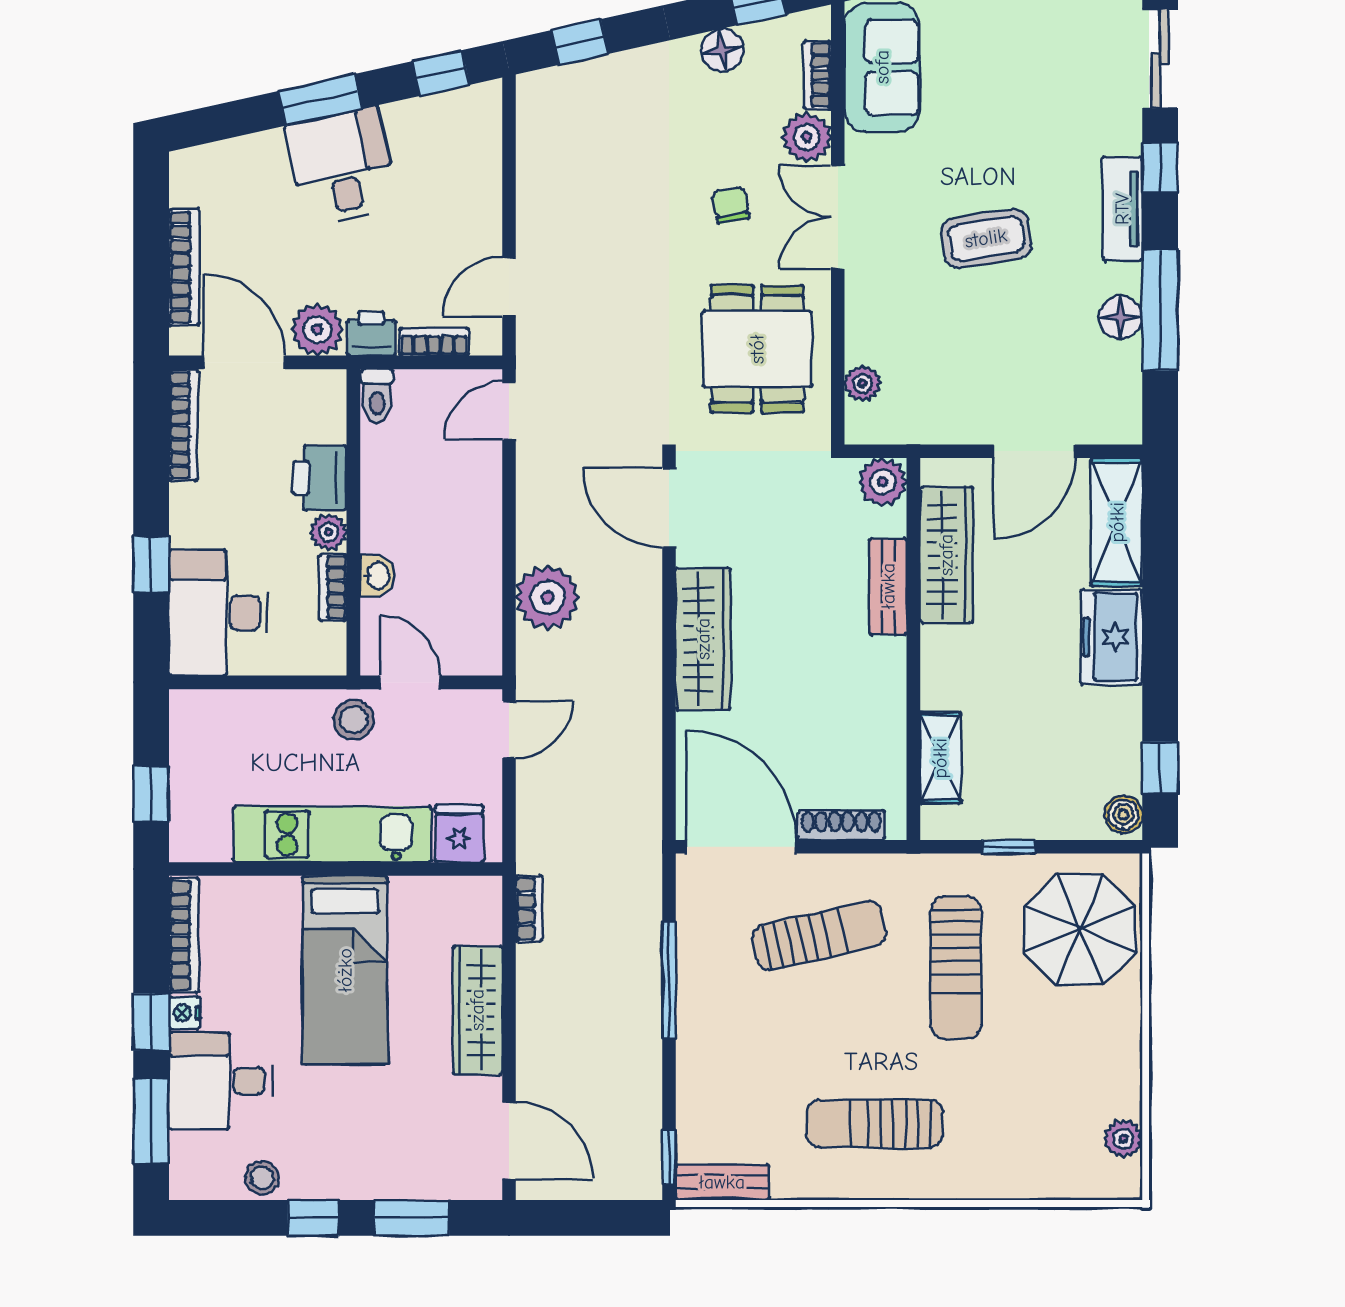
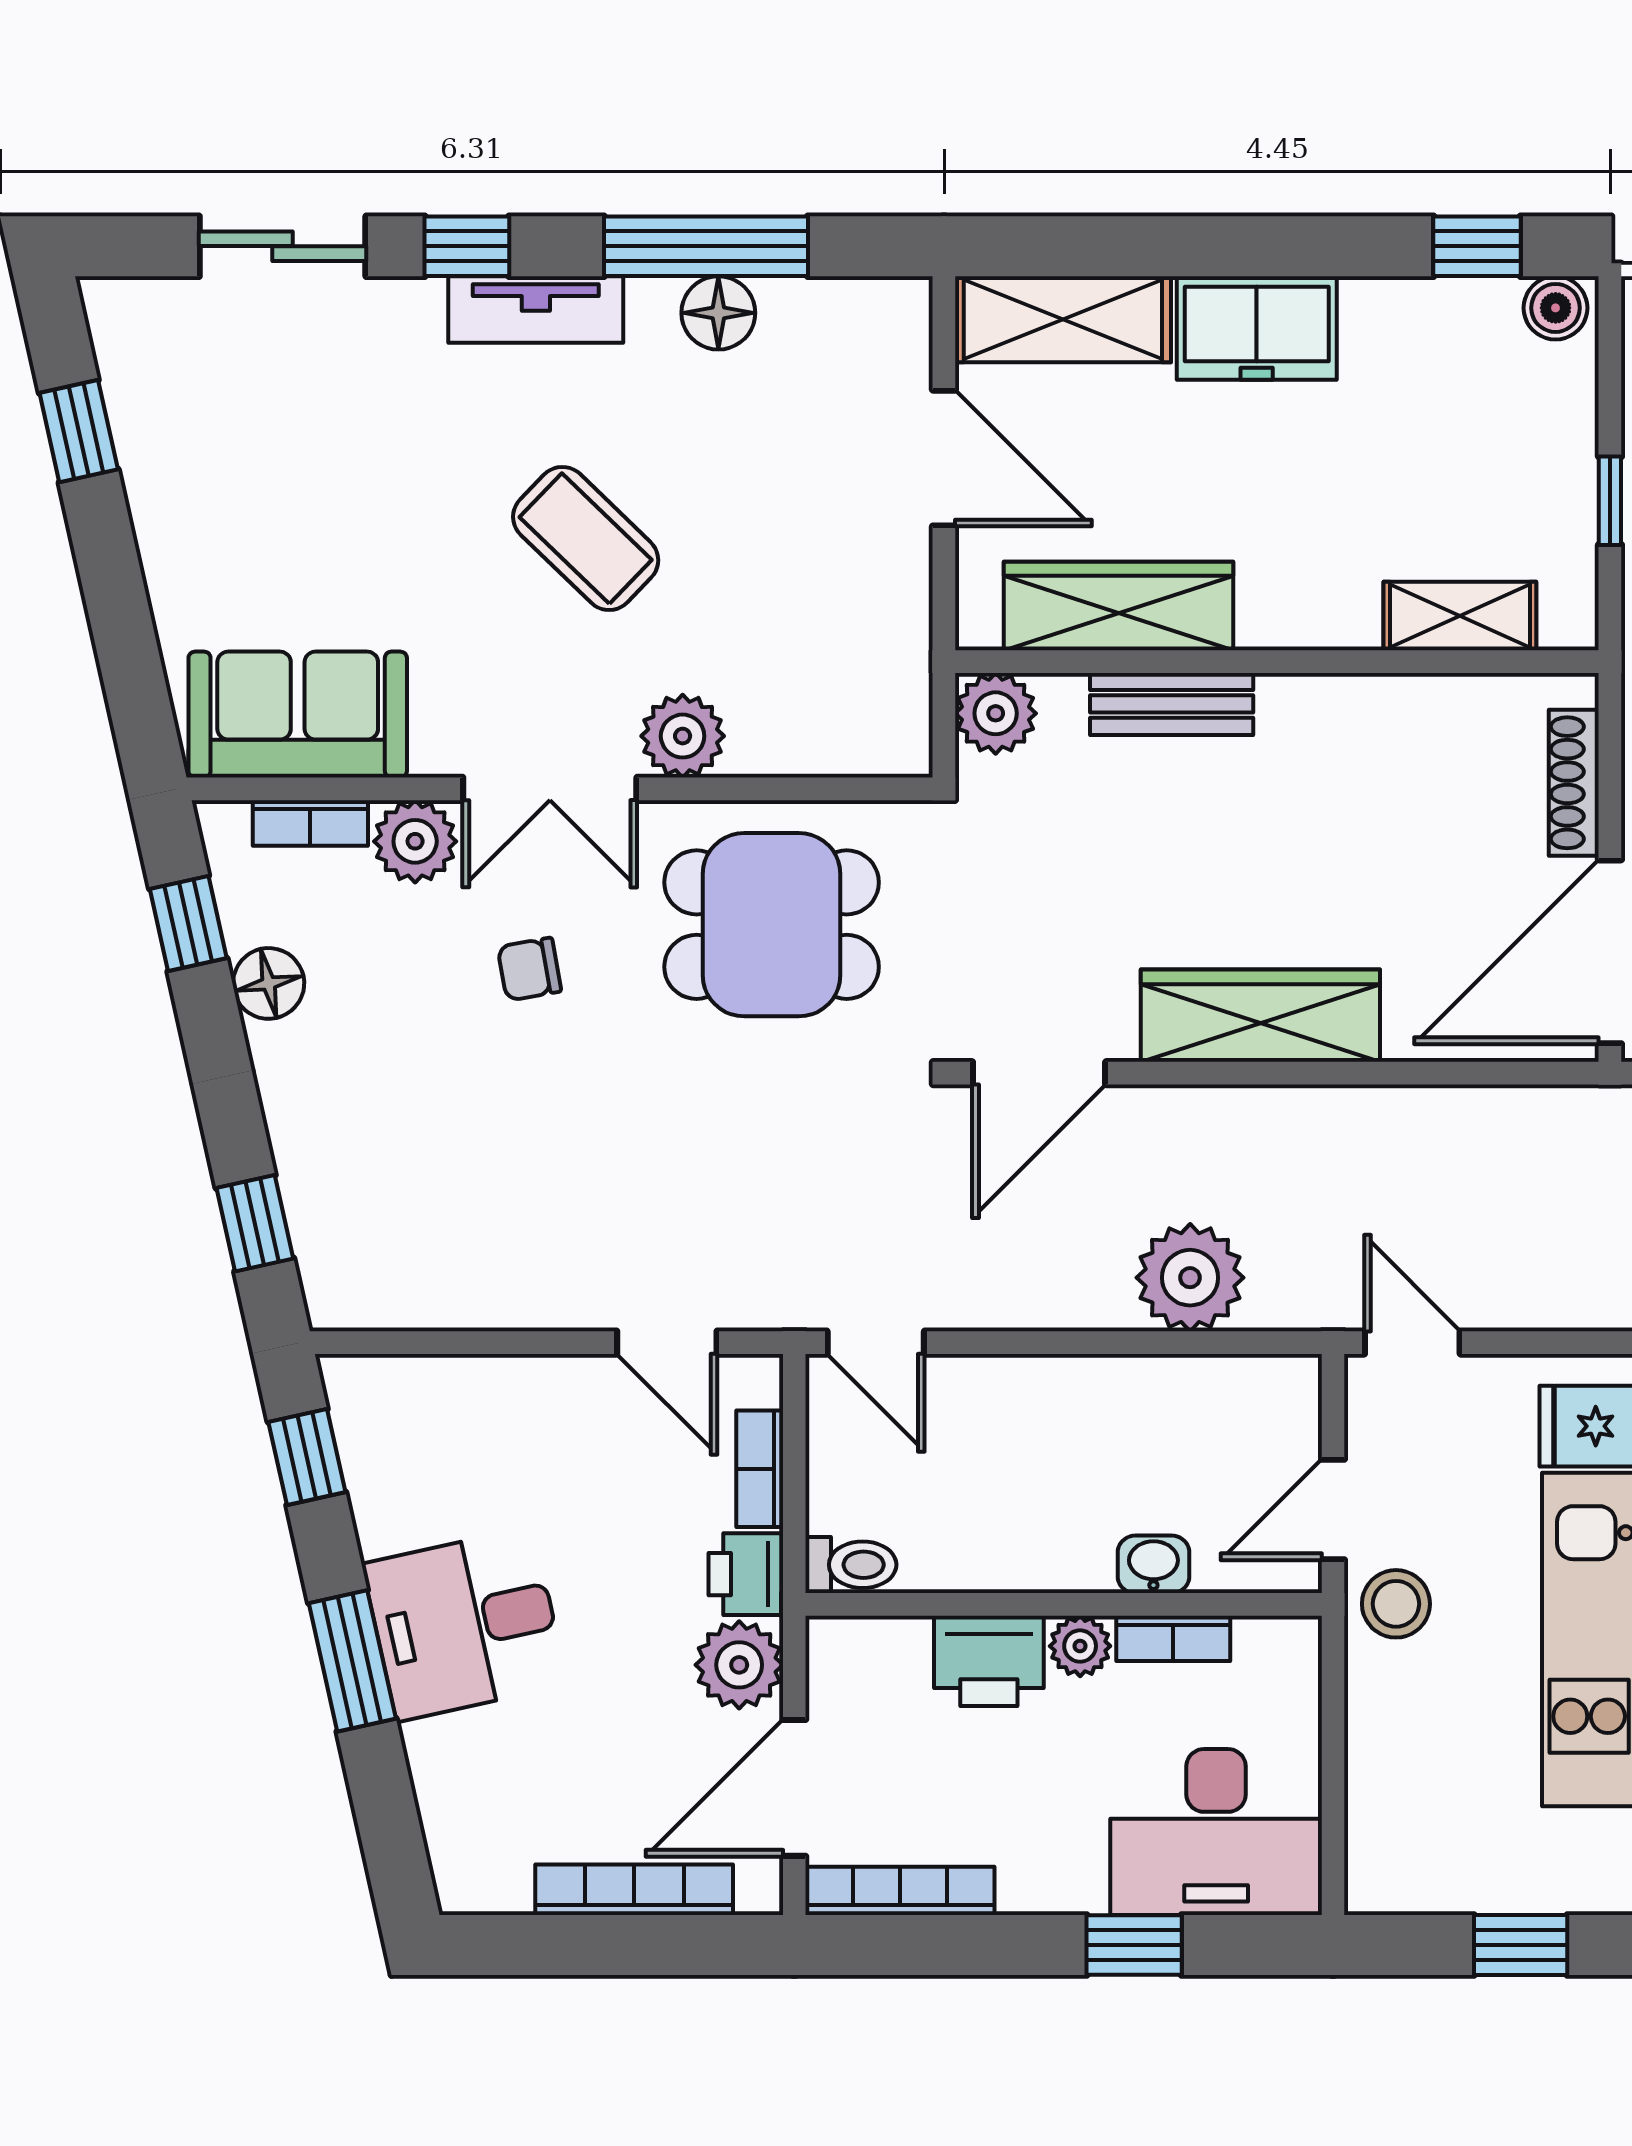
coffee table: (986, 238) -> (586, 538), turned -37
plant: (862, 383) -> (683, 736), moved, width x1.38, depth x1.38

